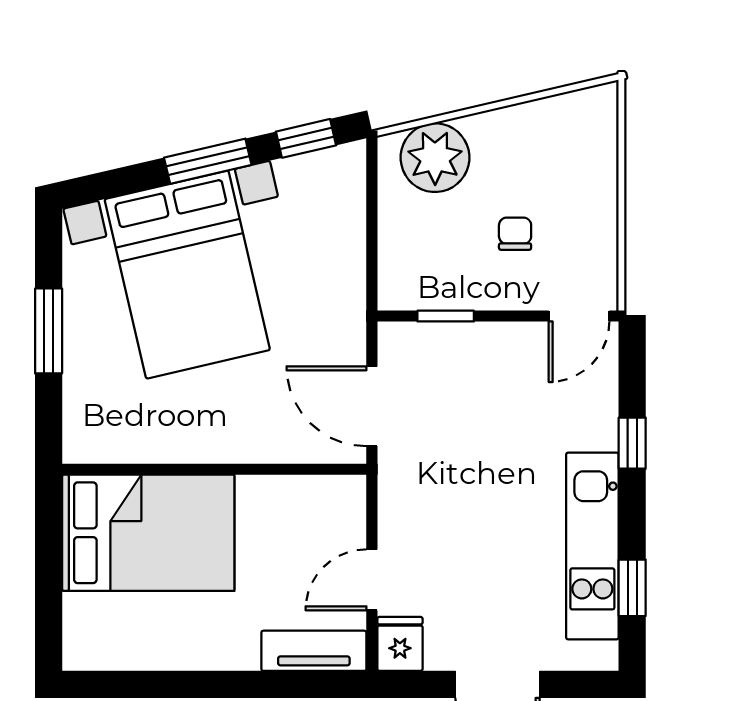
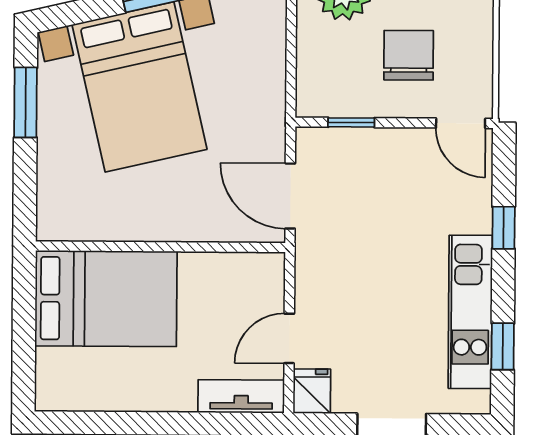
chair: (515, 234) -> (409, 55), width x1.87, depth x1.87
door: (579, 316) -> (461, 123), hinge flipped
window: (49, 331) -> (26, 102), moved

